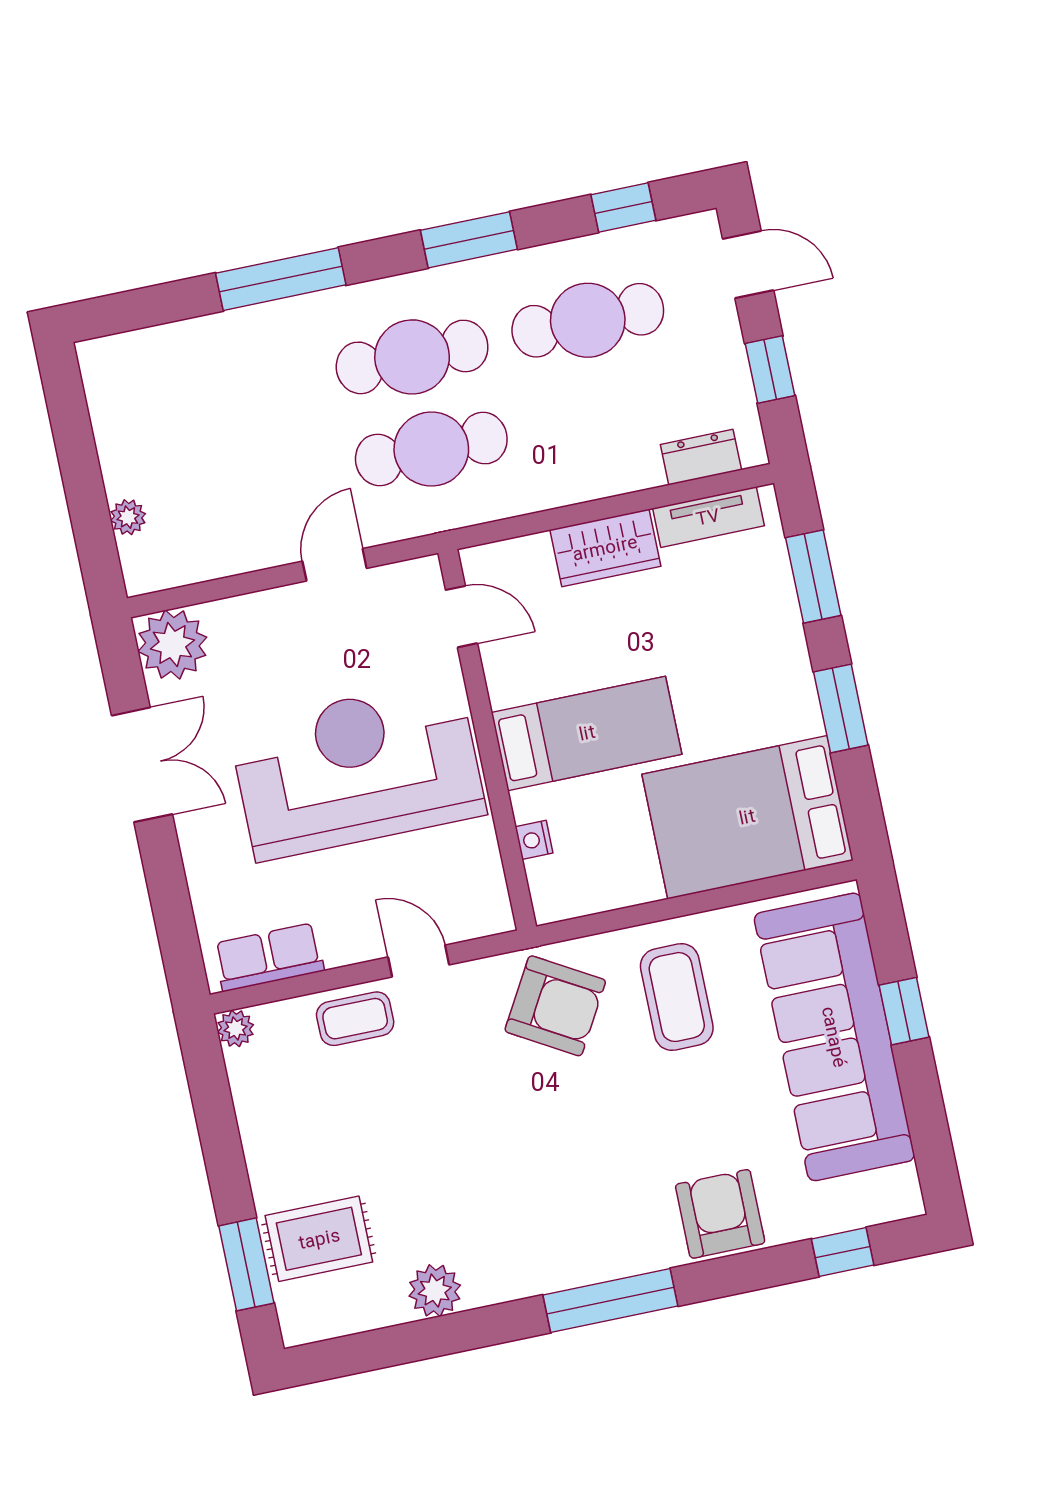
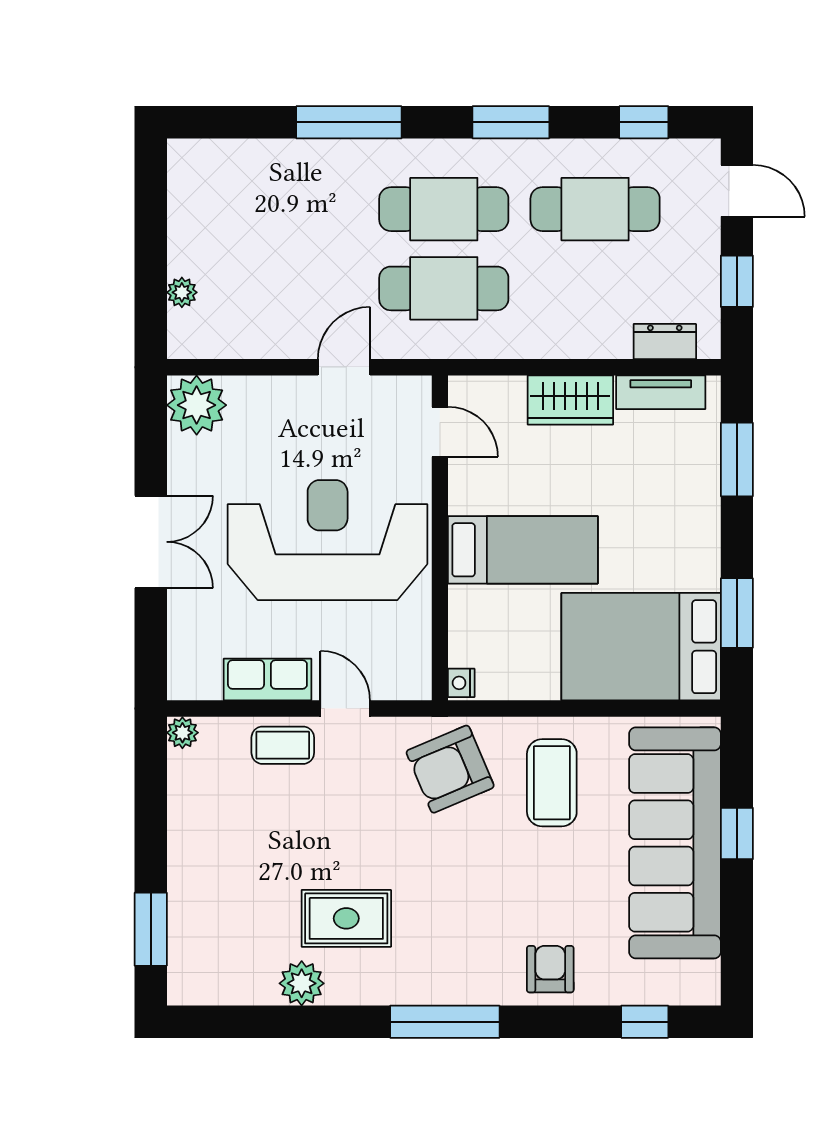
window: (841, 709) -> (737, 613), moved
double door: (142, 765) -> (151, 542), moved
nightstand: (534, 840) -> (461, 683), moved
row of seats: (269, 957) -> (267, 680), moved
armchair: (555, 1006) -> (450, 769), turned 127
armchair: (720, 1214) -> (550, 969), width x0.72, depth x0.72
rug: (319, 1239) -> (346, 918), moved

